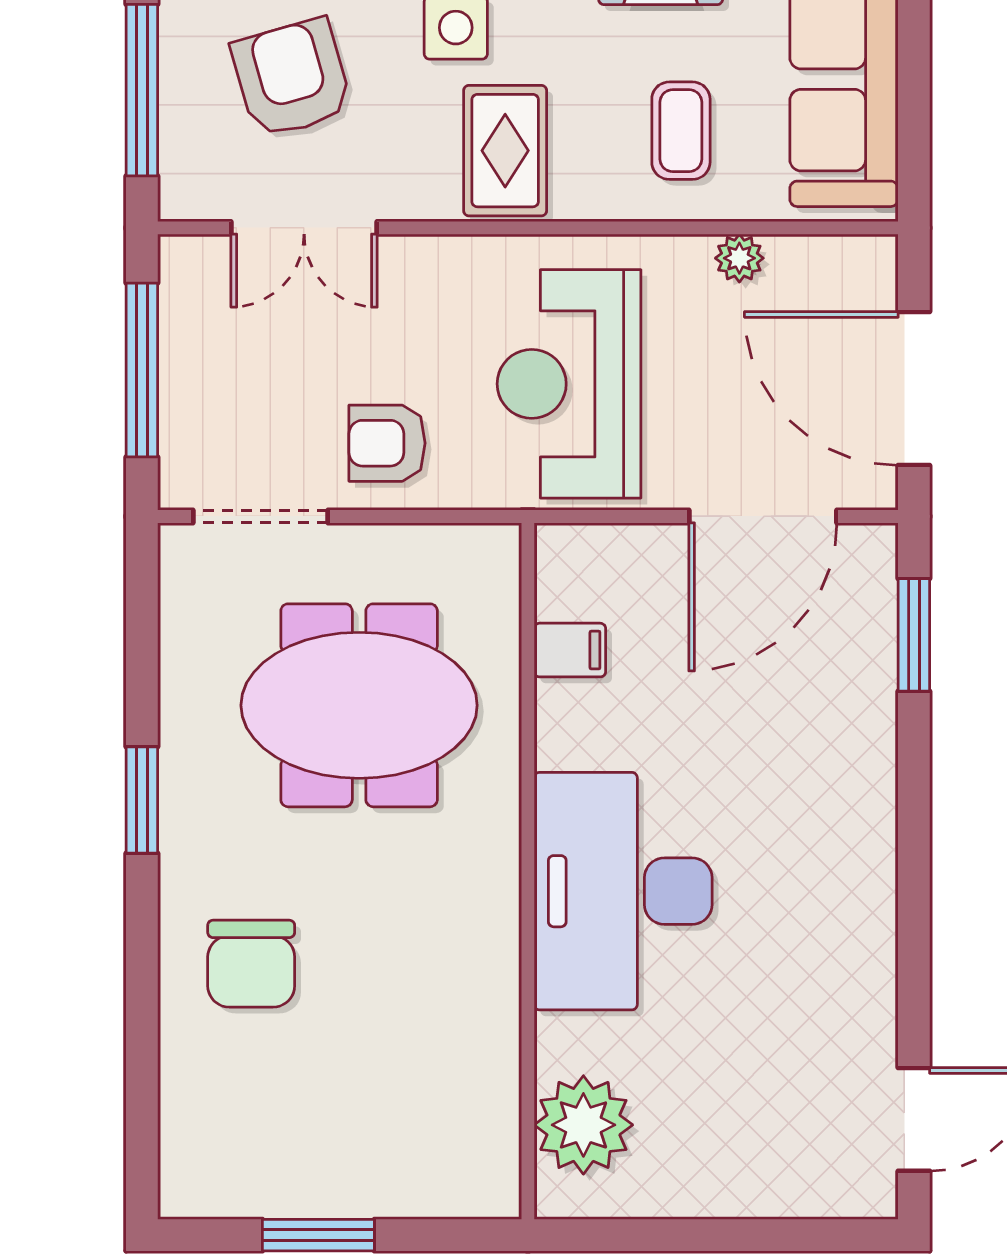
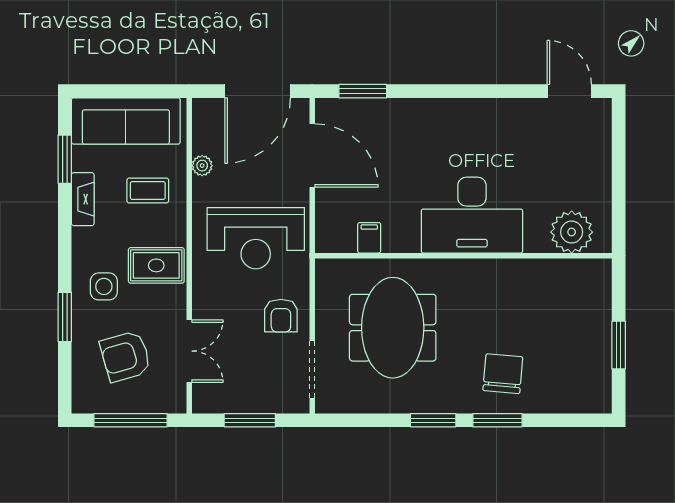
window: (142, 370) -> (250, 420), width x0.69
window: (142, 951) -> (497, 420), added
chair: (251, 964) -> (503, 374), turned -85

